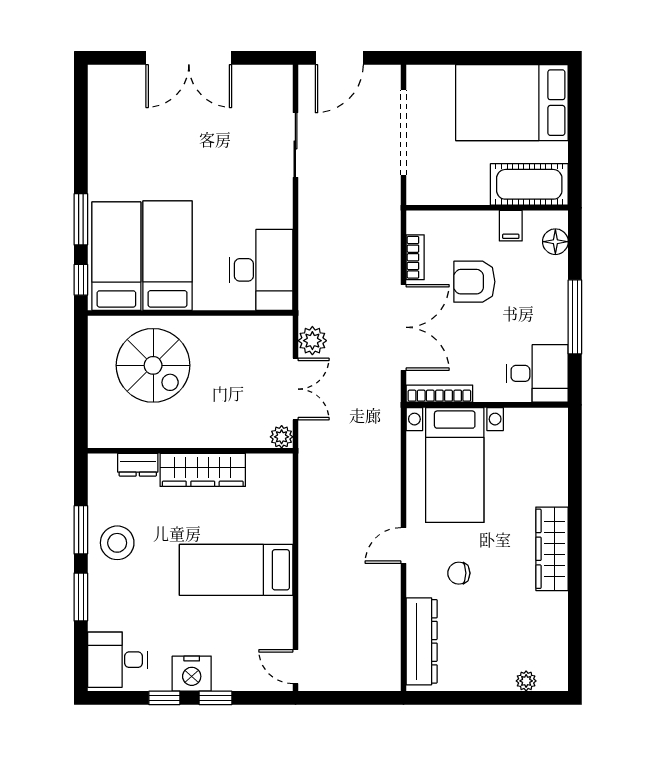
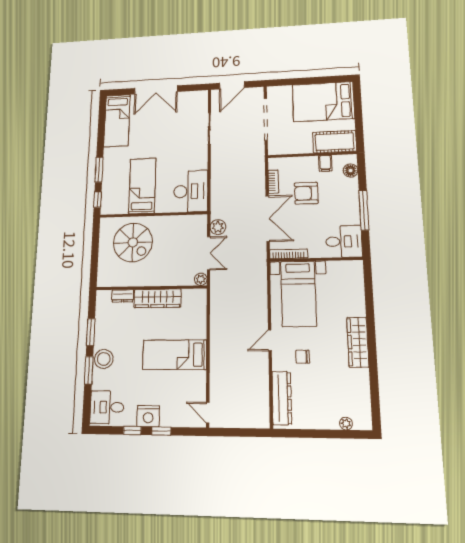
bed: (116, 256) -> (117, 121), moved, turned 180
stool: (117, 543) -> (104, 359), moved

